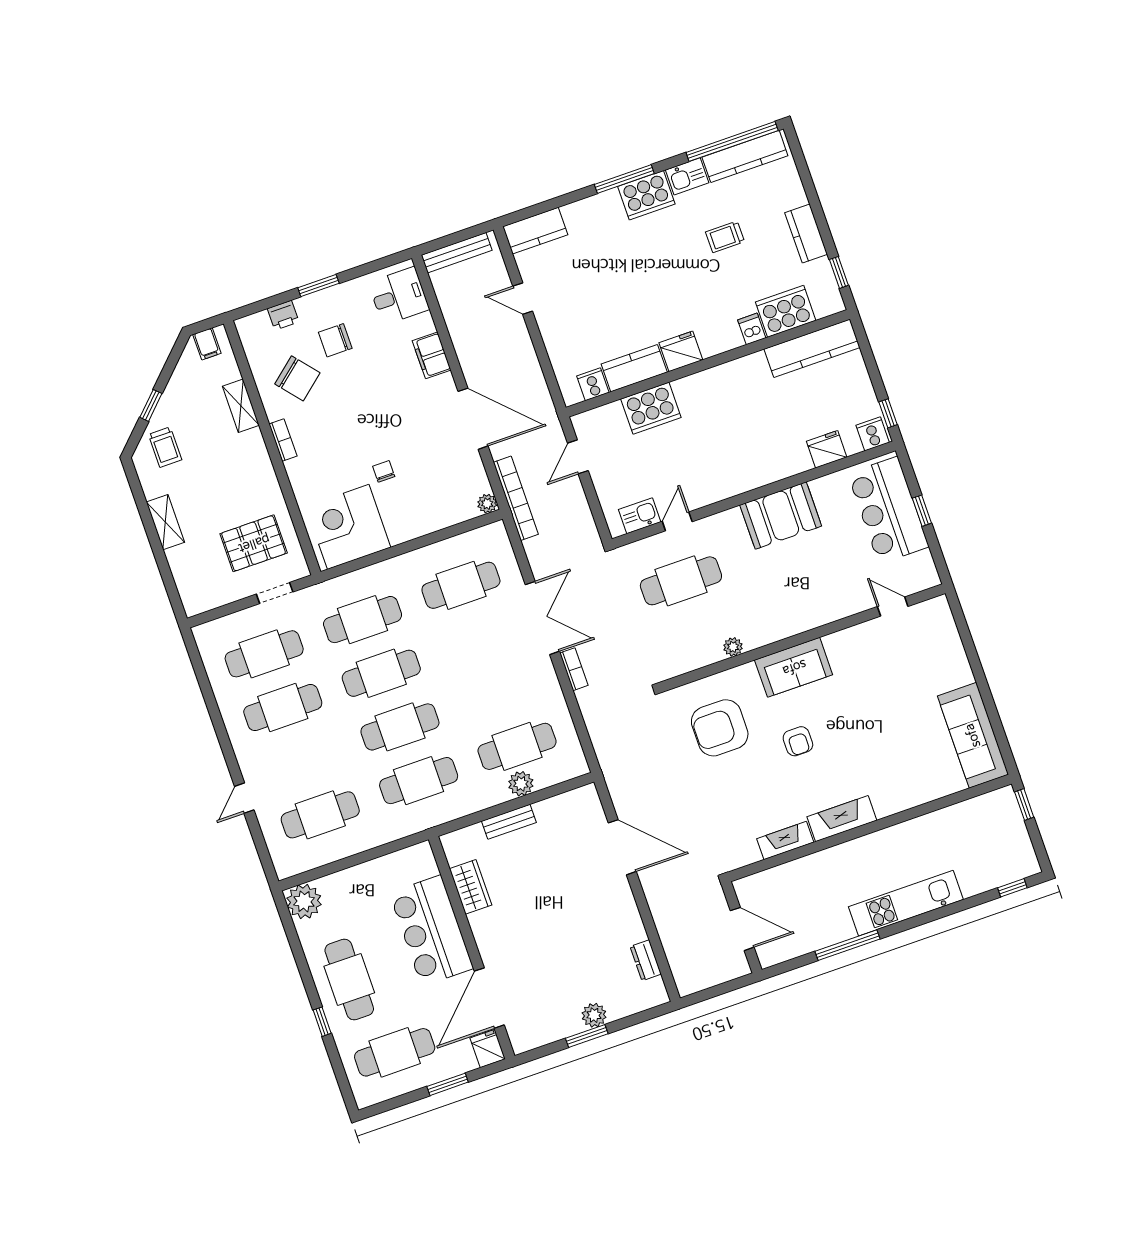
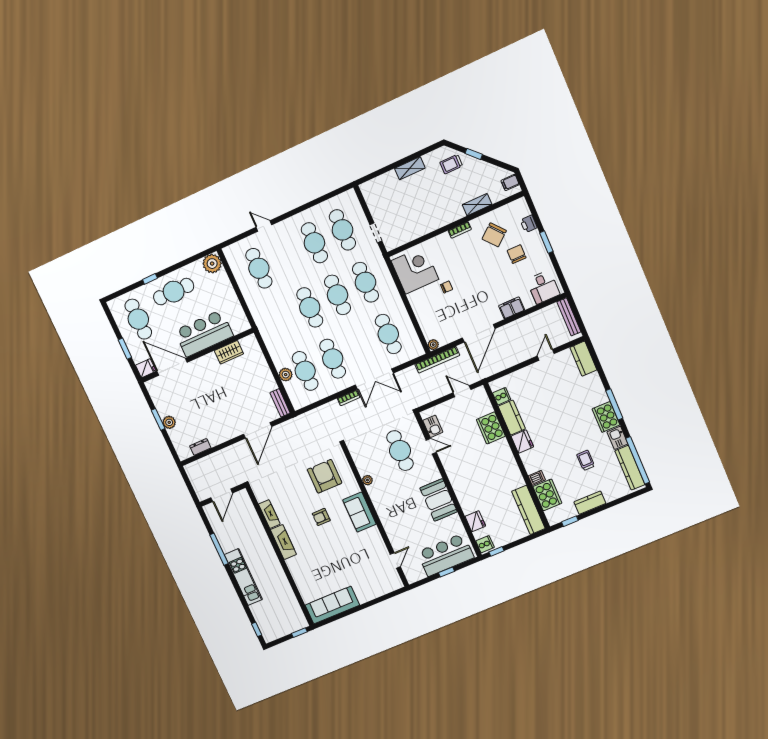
pallet: (254, 543) -> (402, 219), removed
cafe table: (419, 781) -> (333, 359), moved
bench: (509, 822) -> (280, 403), moved

